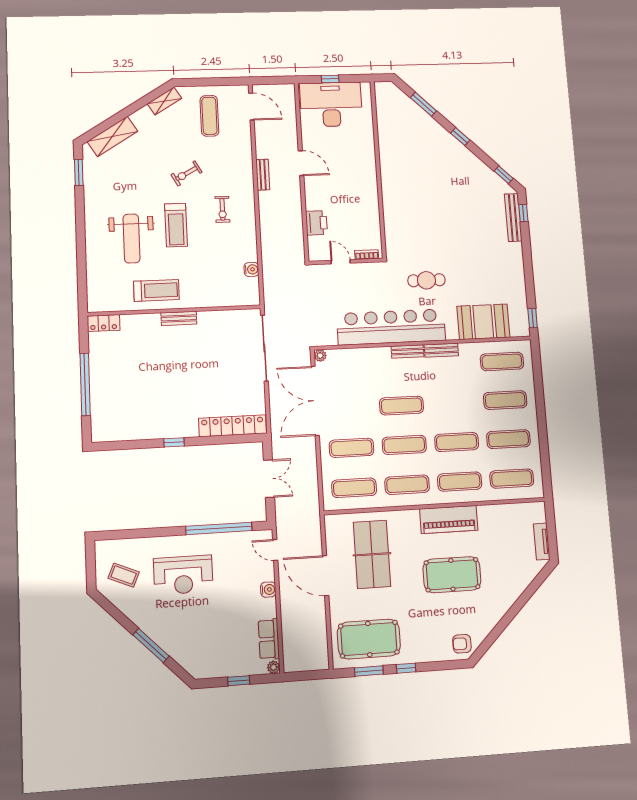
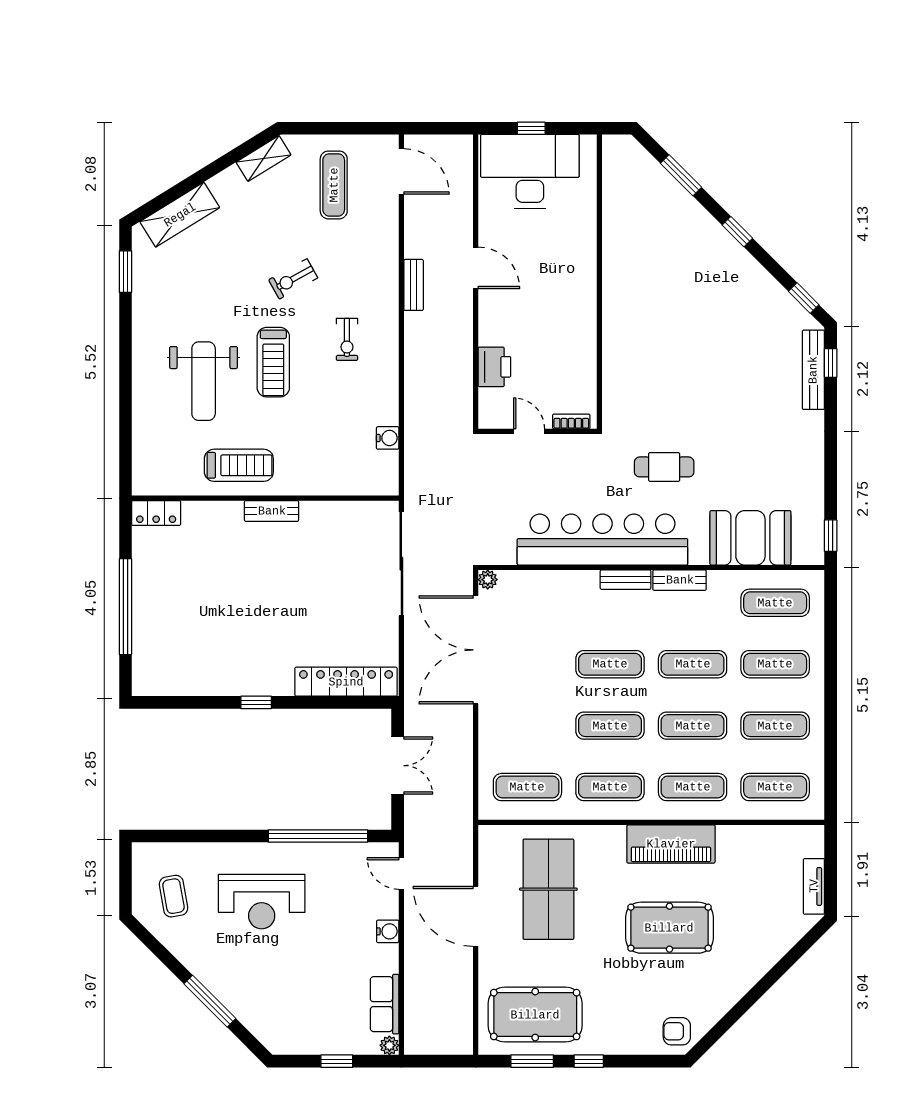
exercise mat: (352, 448) -> (693, 664), moved
coffee table: (124, 575) -> (173, 896), turned 57

